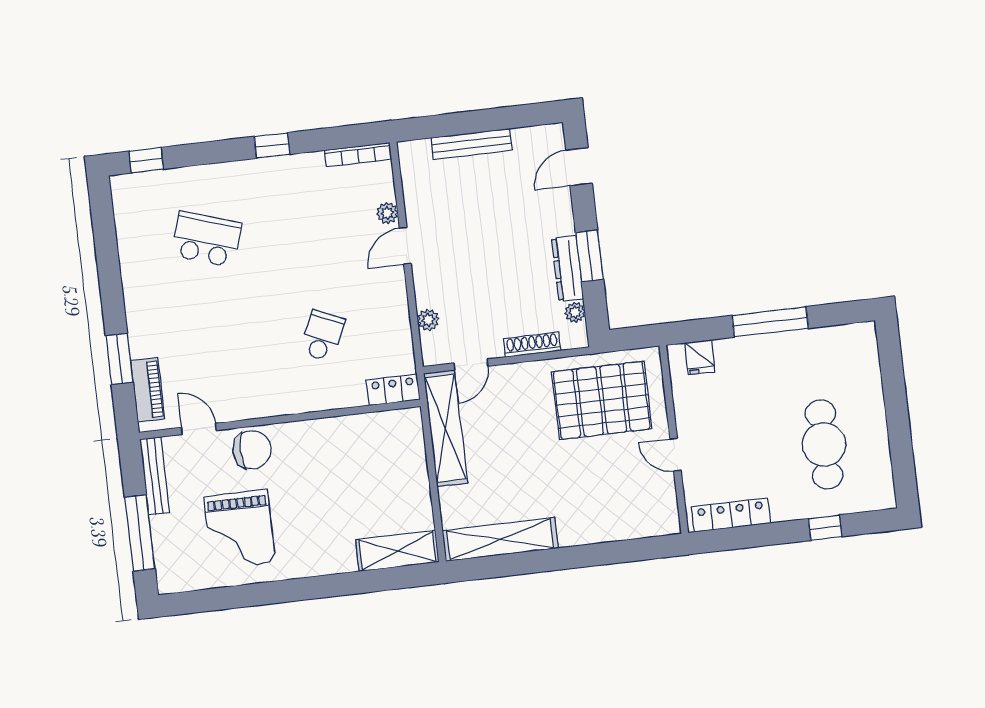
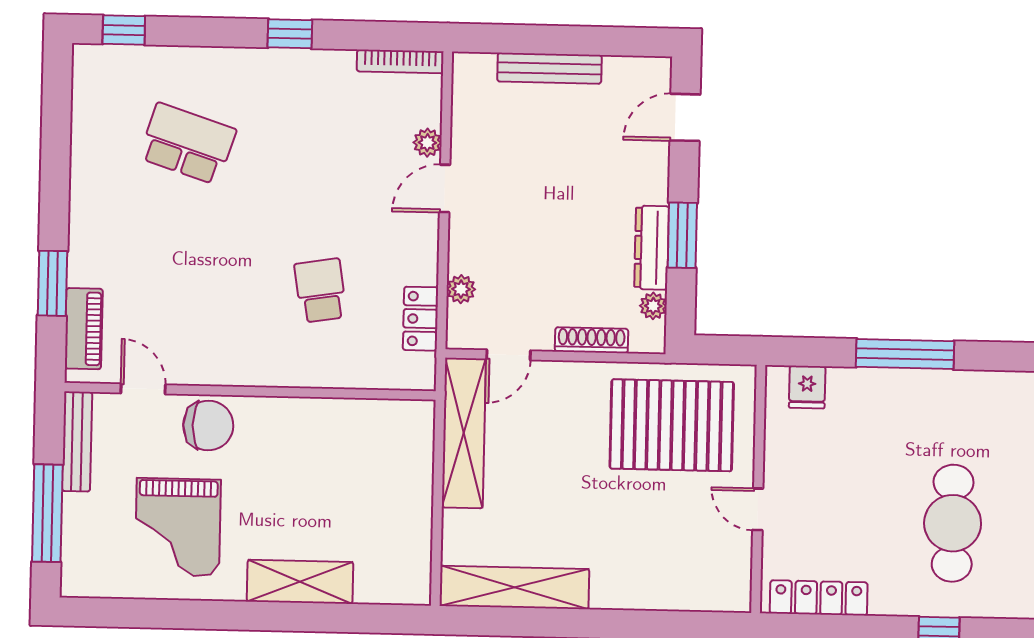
school desk: (322, 336) -> (321, 291), turned -33
locker: (393, 390) -> (421, 319), moved, turned -90
shelving: (397, 551) -> (300, 582), moved

